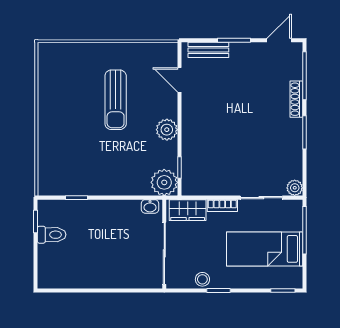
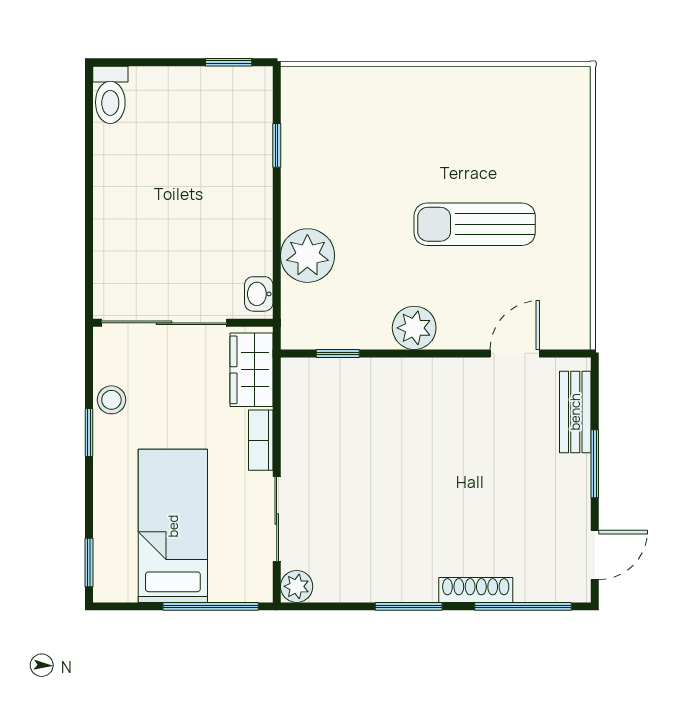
door: (279, 40) -> (595, 555), hinge flipped
plant: (164, 182) -> (307, 256), moved
toilet: (52, 235) -> (110, 95), moved

